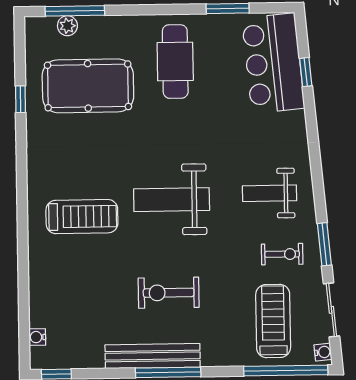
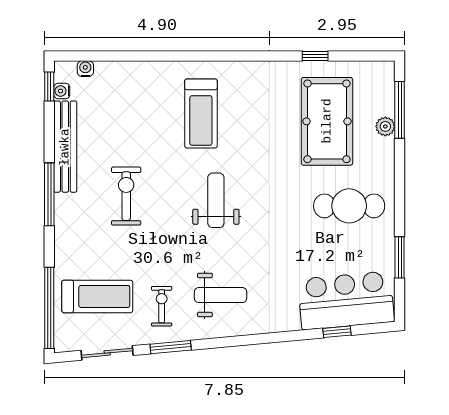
plant: (67, 26) -> (385, 126), moved
weight bench: (270, 193) -> (221, 295), turned 90
weight bench: (172, 200) -> (216, 200), width x0.73, depth x0.75
exercise bike: (282, 254) -> (162, 306), turned 180
water cooler: (323, 352) -> (62, 91), moved, turned 95
bench: (153, 356) -> (65, 147), moved

